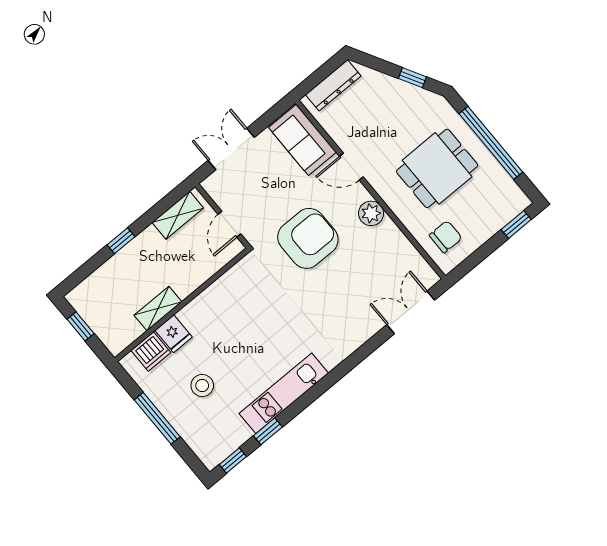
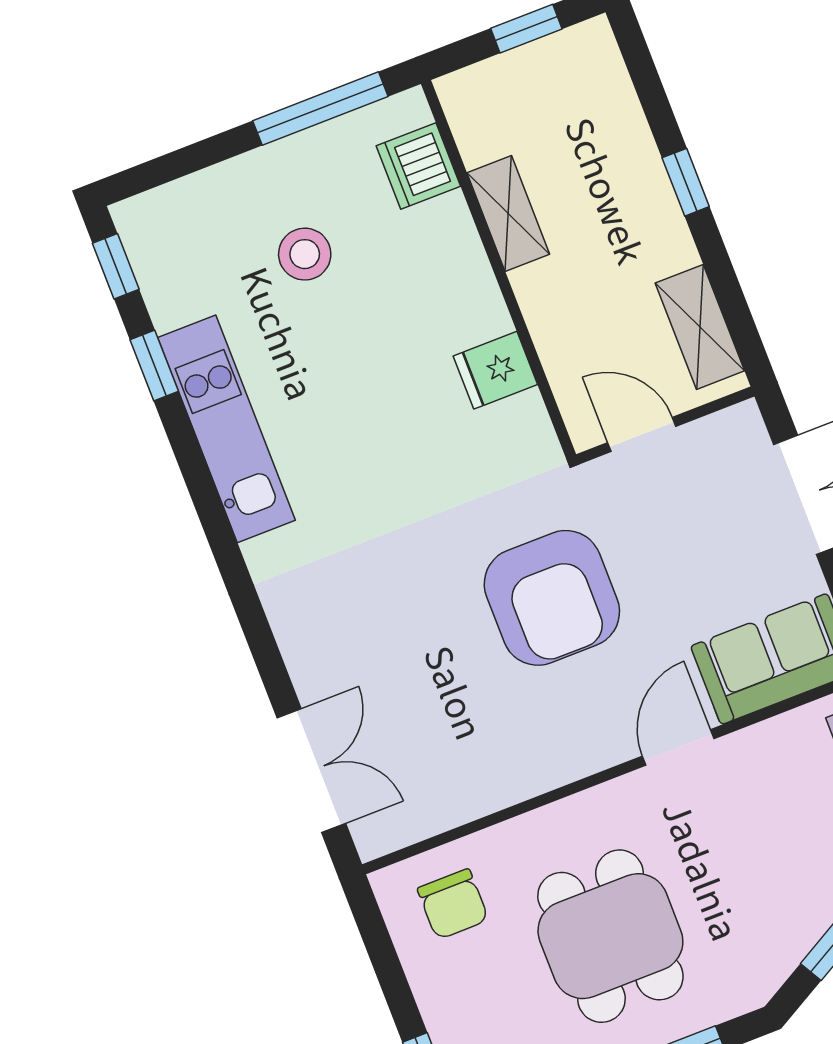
plant: (371, 213) -> (560, 756), removed
fridge: (174, 334) -> (495, 370), moved
window: (157, 418) -> (320, 109), moved

